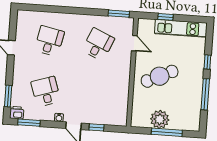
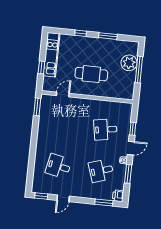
window: (13, 22) -> (41, 196), added
desk: (98, 44) -> (105, 129), moved, turned -33
cafe table: (160, 76) -> (91, 74), turned -65
window: (205, 94) -> (108, 36), width x0.69
plant: (160, 119) -> (129, 63), moved
window: (29, 123) -> (128, 174), moved

